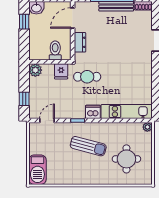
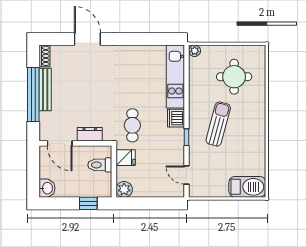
window: (24, 22) -> (88, 203), moved
window: (24, 99) -> (160, 203), removed

